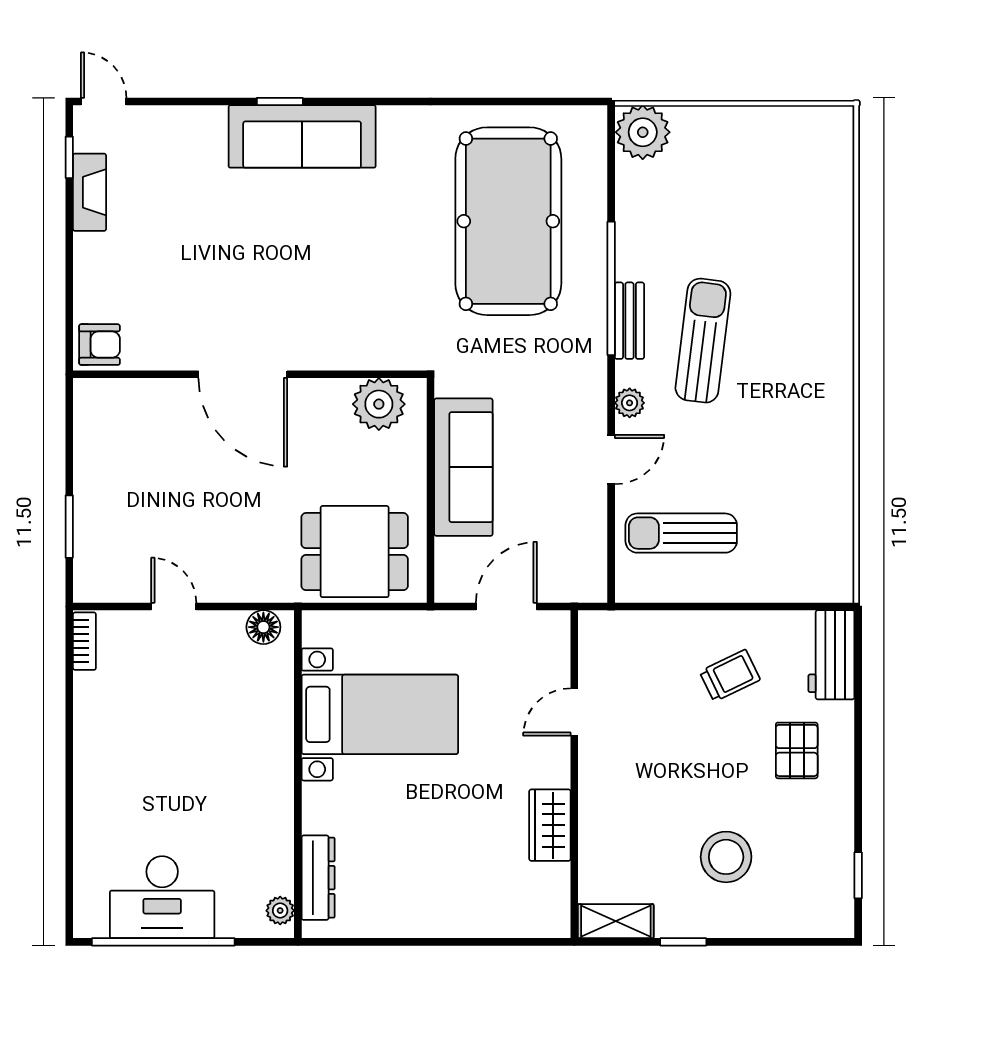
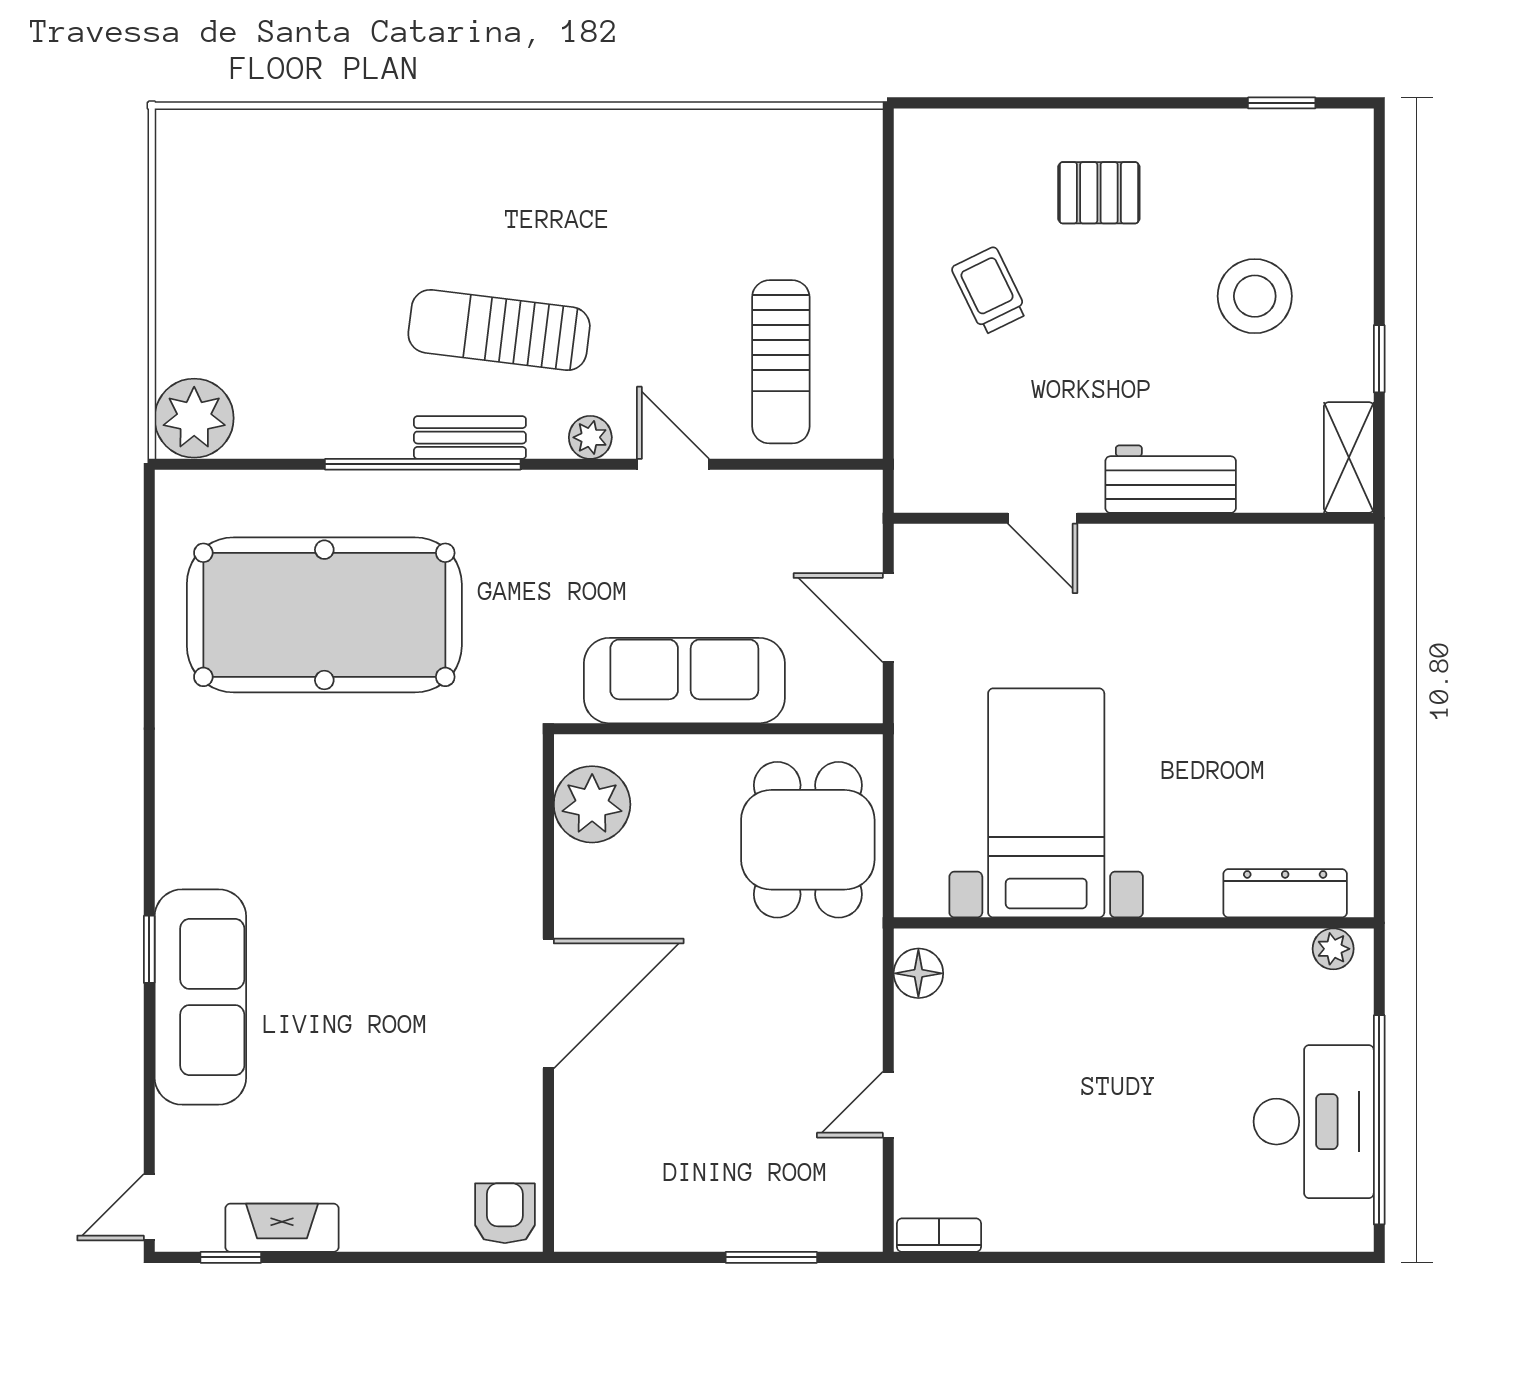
sofa: (302, 136) -> (200, 997), moved
workbench: (831, 655) -> (1171, 479), moved, turned 180
wardrobe: (550, 825) -> (1208, 554), removed

